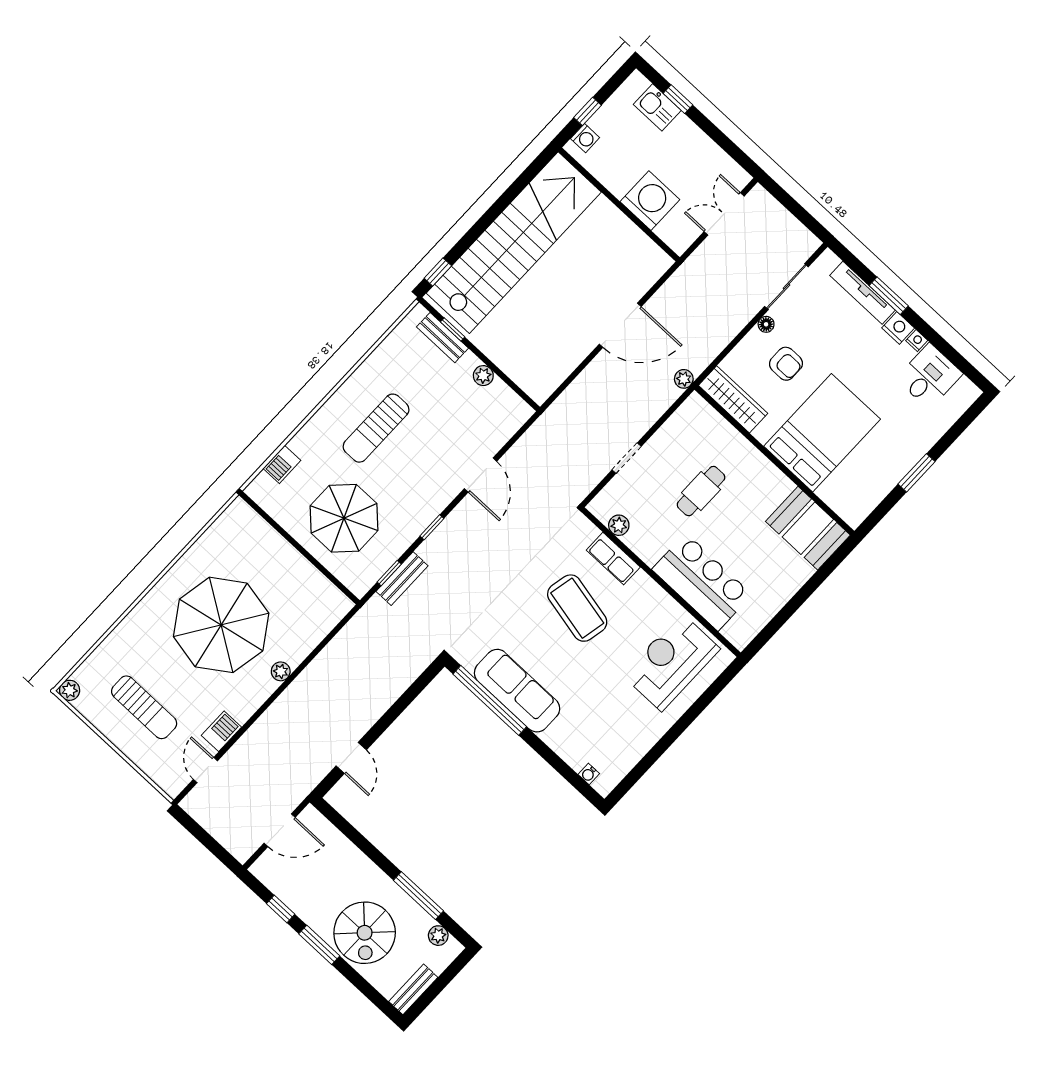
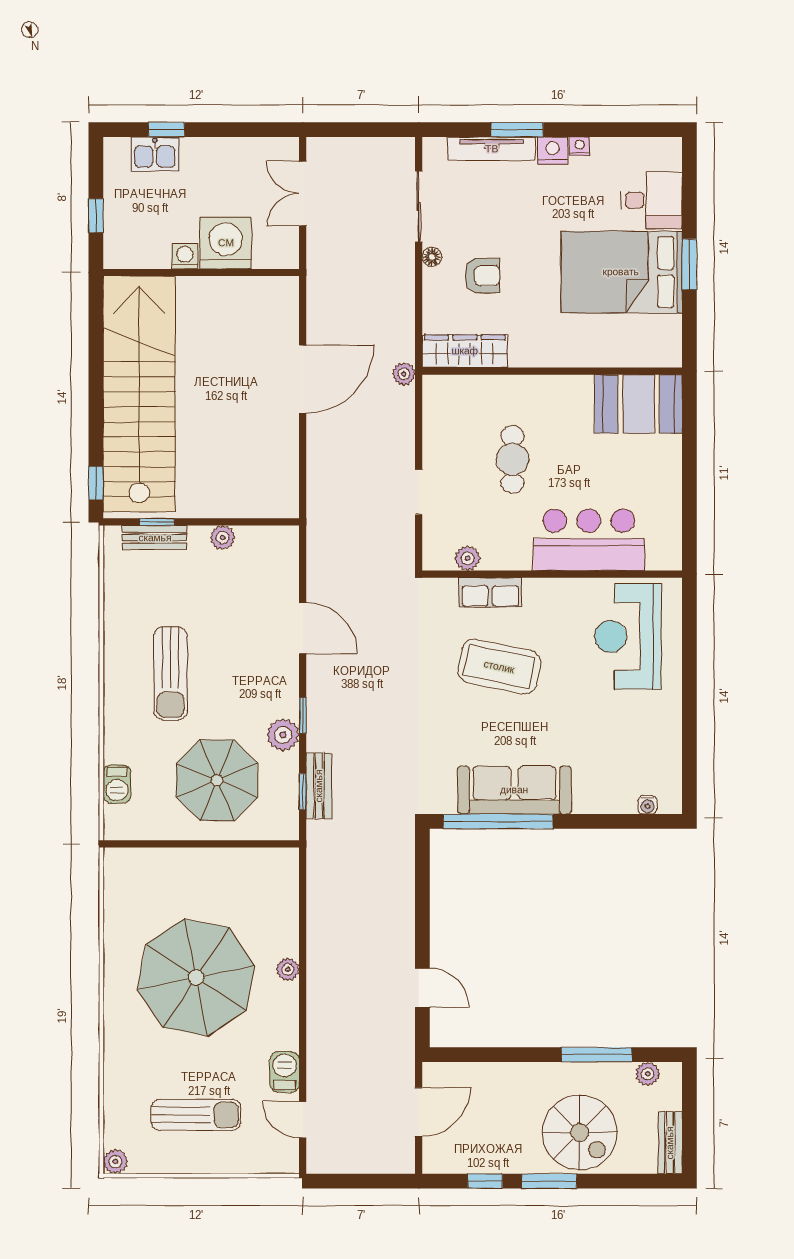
washing machine: (585, 138) -> (185, 256), moved, turned -90
desk: (929, 376) -> (651, 200), moved, turned 90
bed: (822, 433) -> (621, 272), moved, turned -90
plant: (409, 528) -> (283, 735), added

